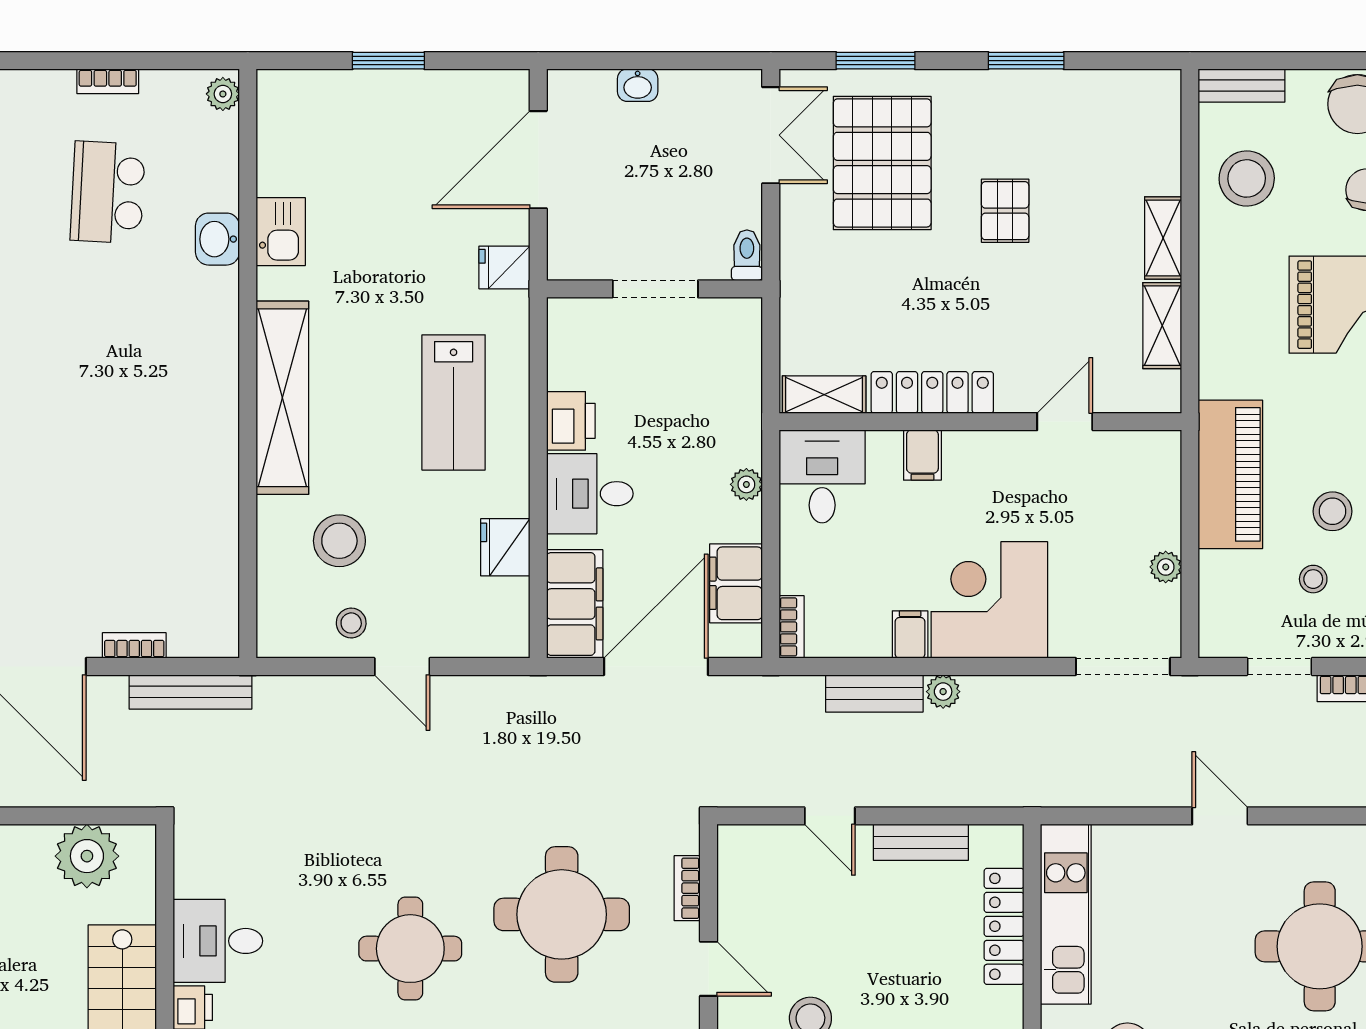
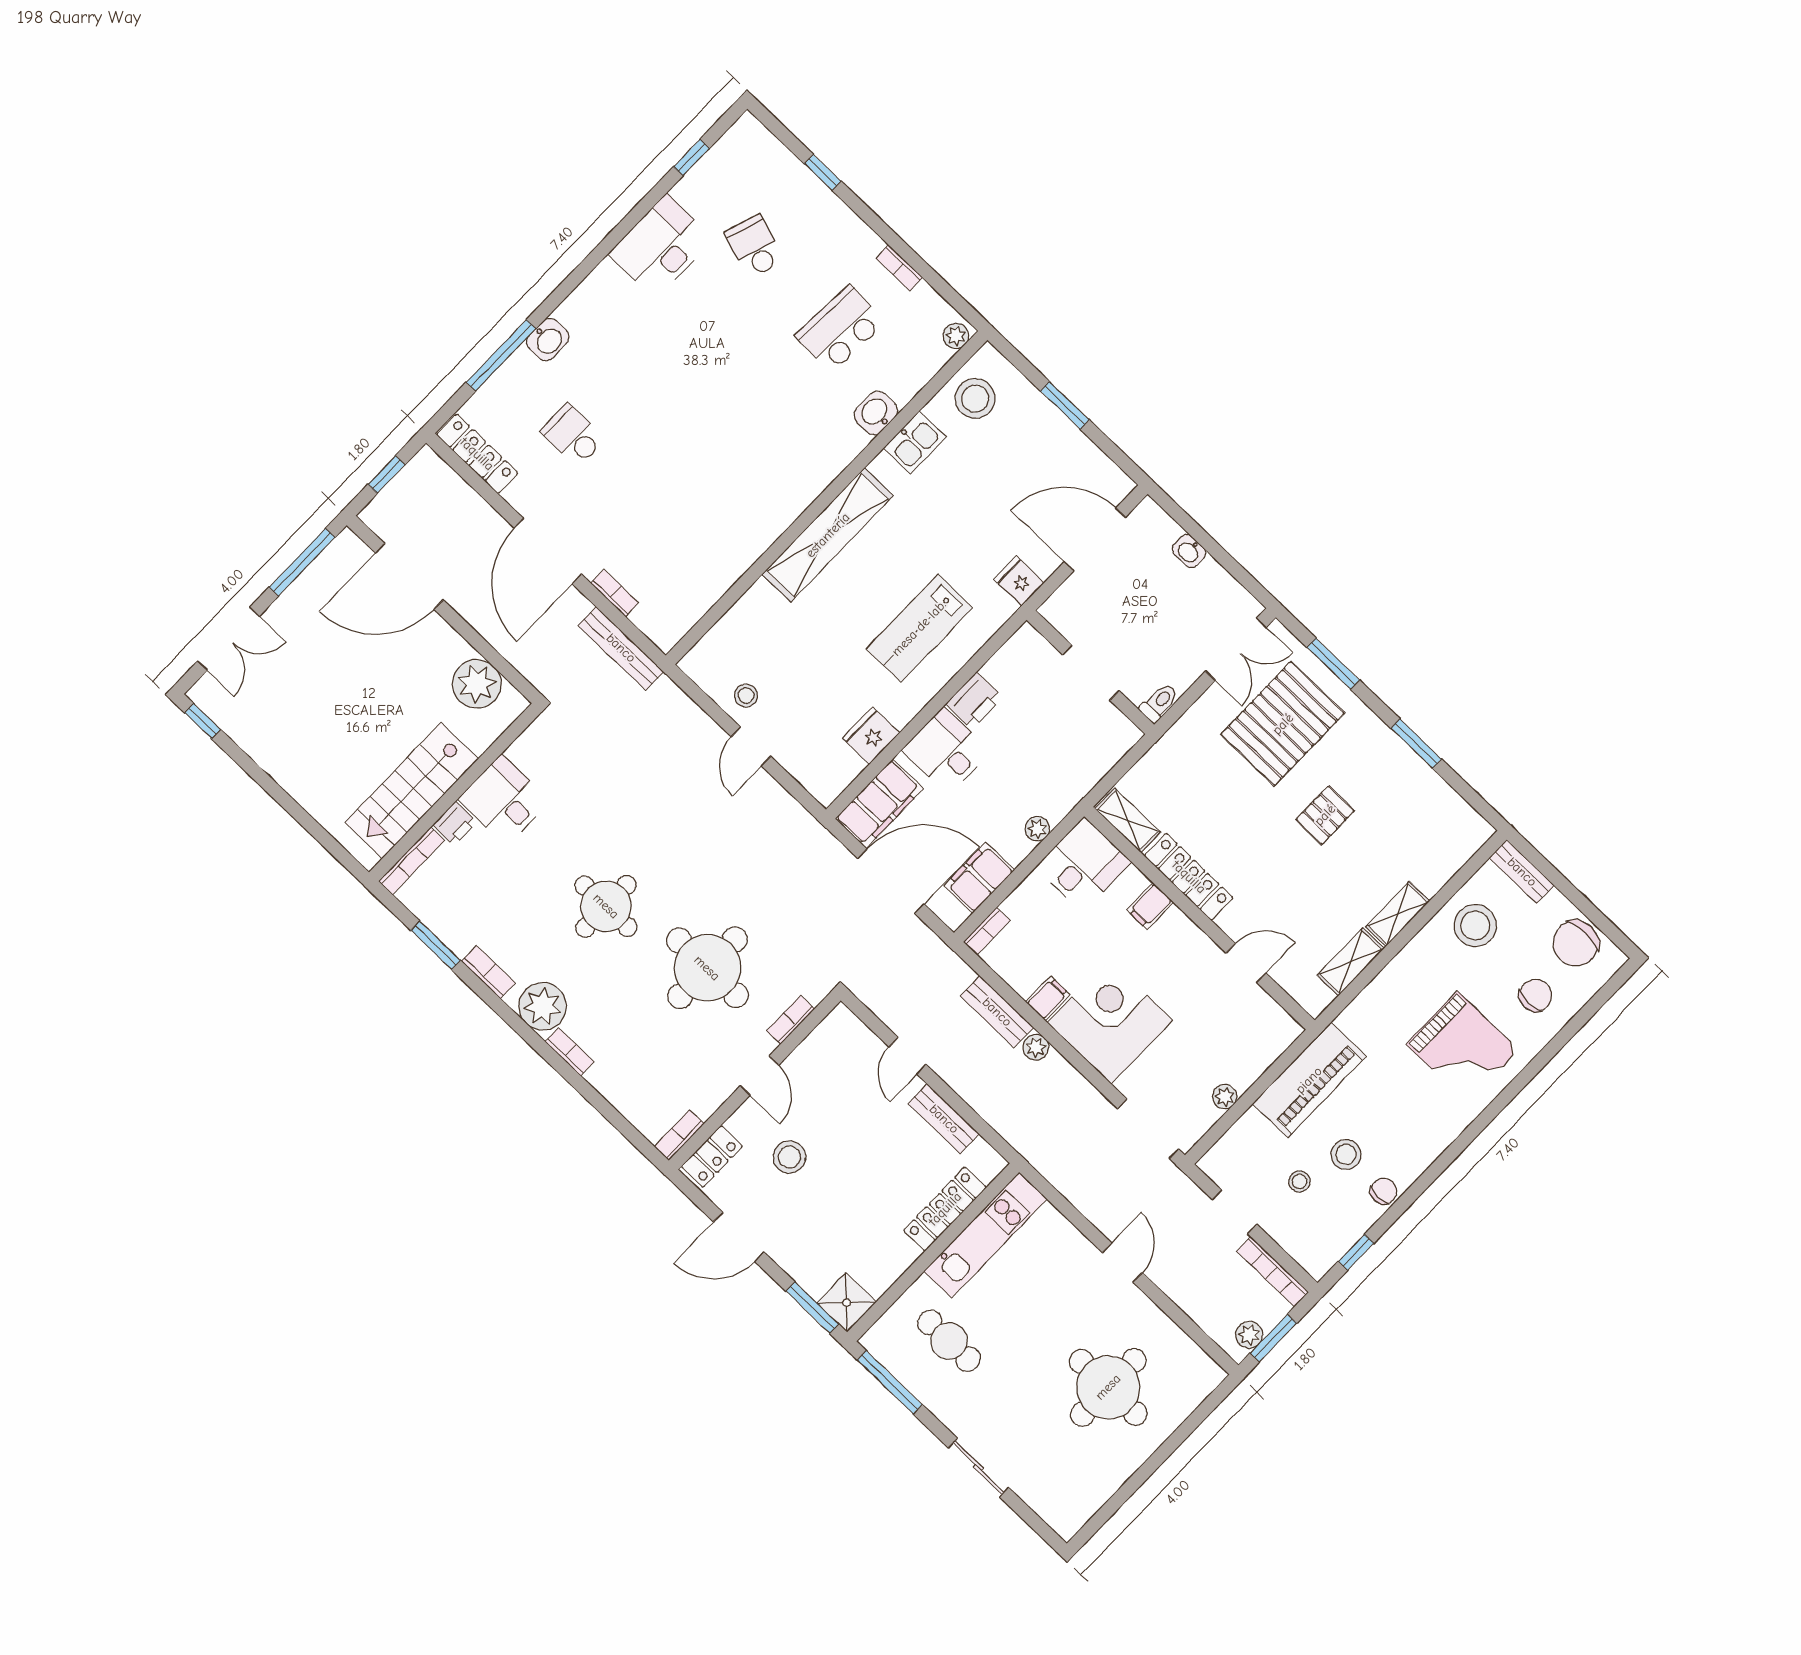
stool: (339, 541) -> (975, 398), moved

